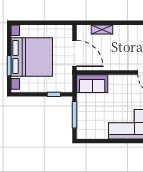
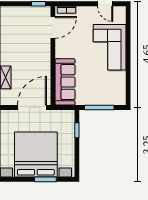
sofa: (92, 84) -> (65, 82), width x1.36

